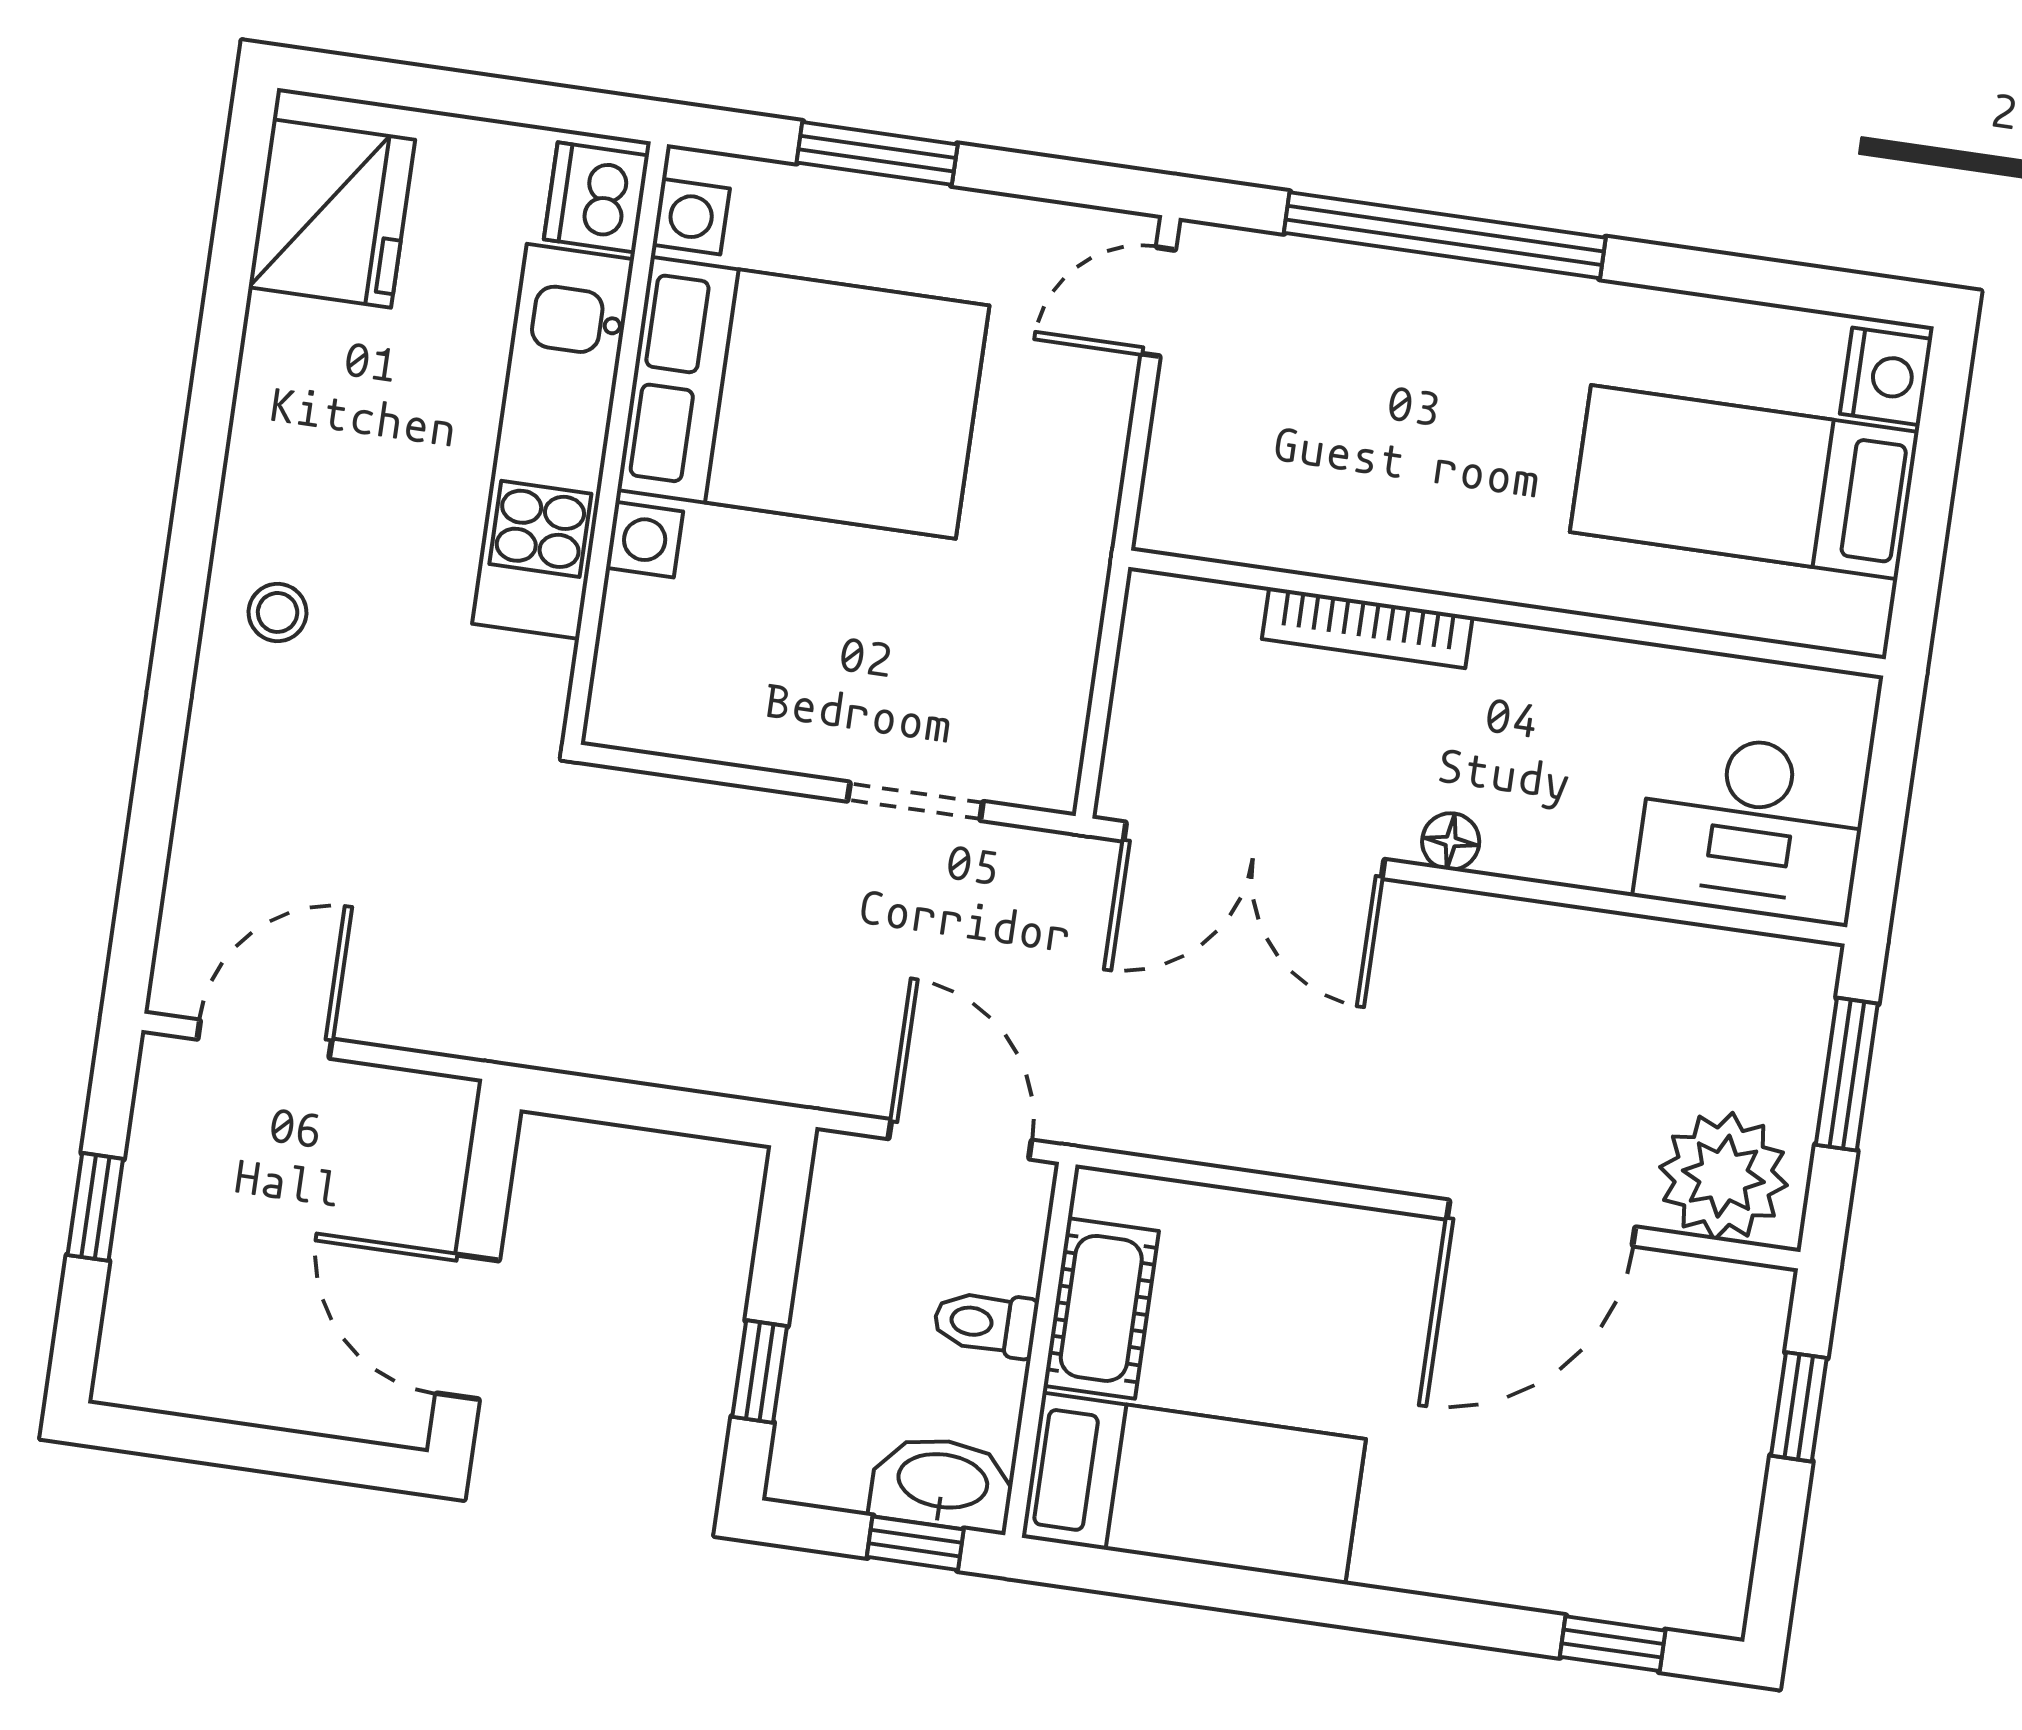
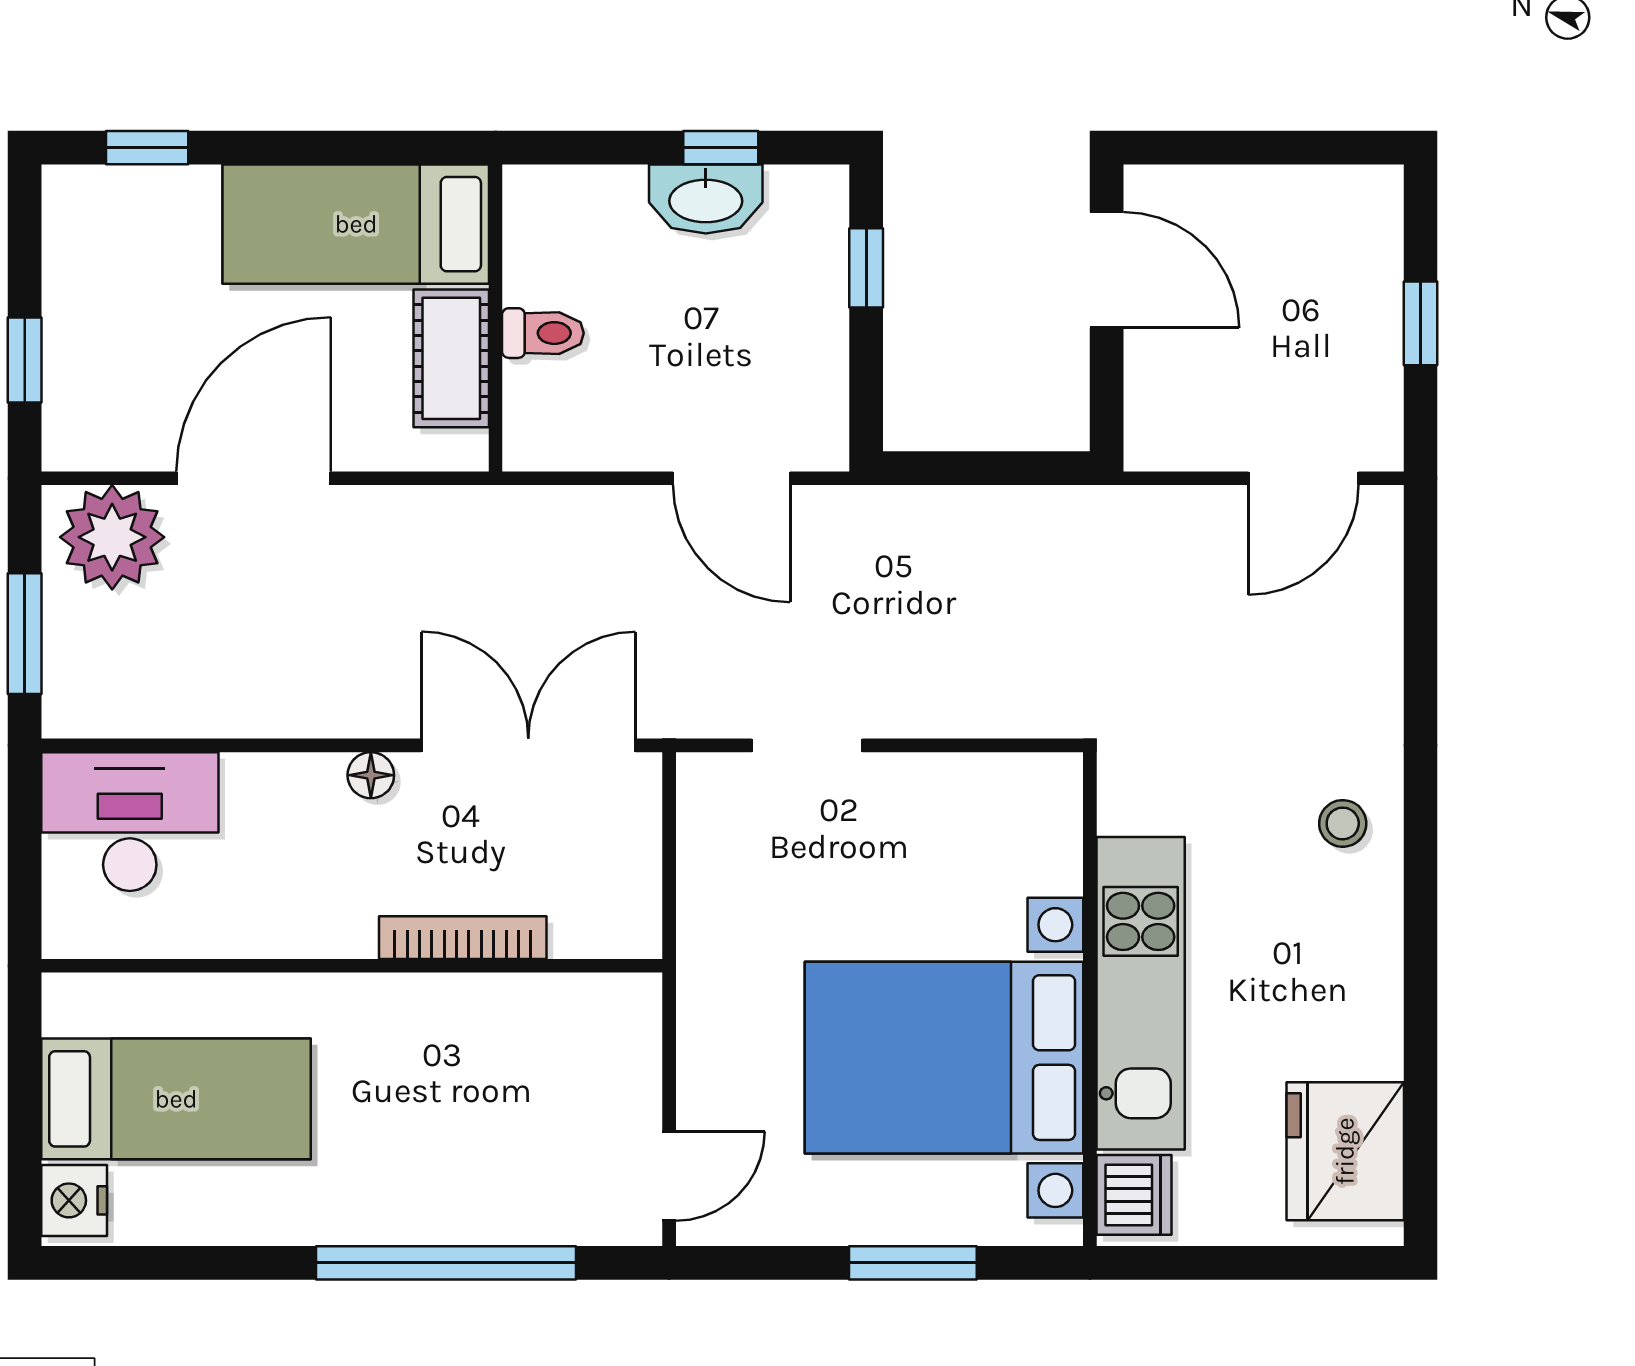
cot: (1101, 1308) -> (451, 358), moved
toilet: (985, 1323) -> (543, 333), moved
wall: (1040, 1350) -> (495, 318), moved
bed: (1194, 1488) -> (356, 224), moved

